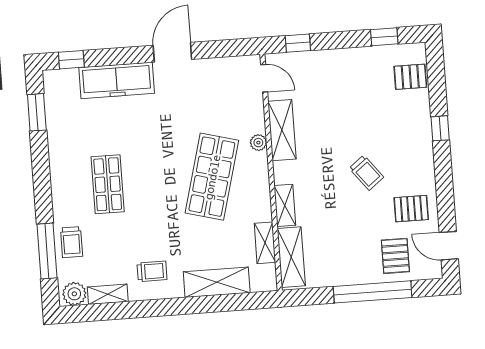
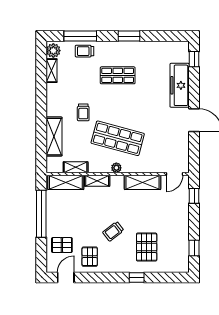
pallet: (410, 77) -> (147, 247), moved, width x1.50, depth x1.42
window: (37, 112) -> (129, 36), moved
plant: (258, 143) -> (116, 168), moved
trolley: (152, 271) -> (83, 112), moved
window: (373, 292) -> (41, 214), moved

